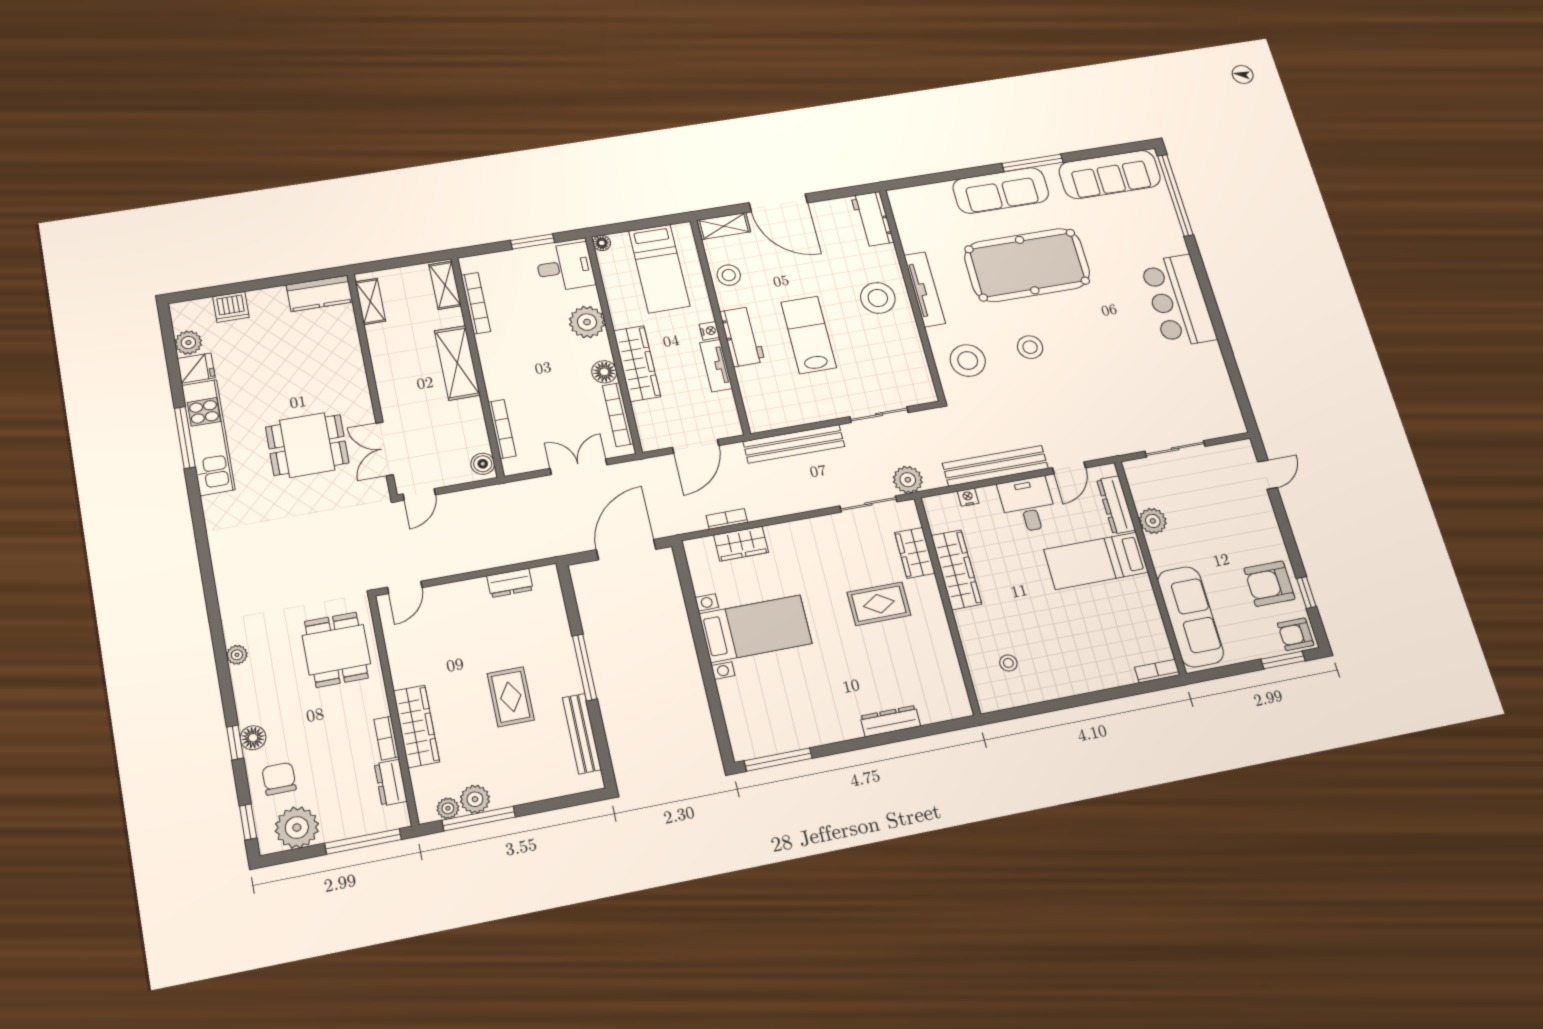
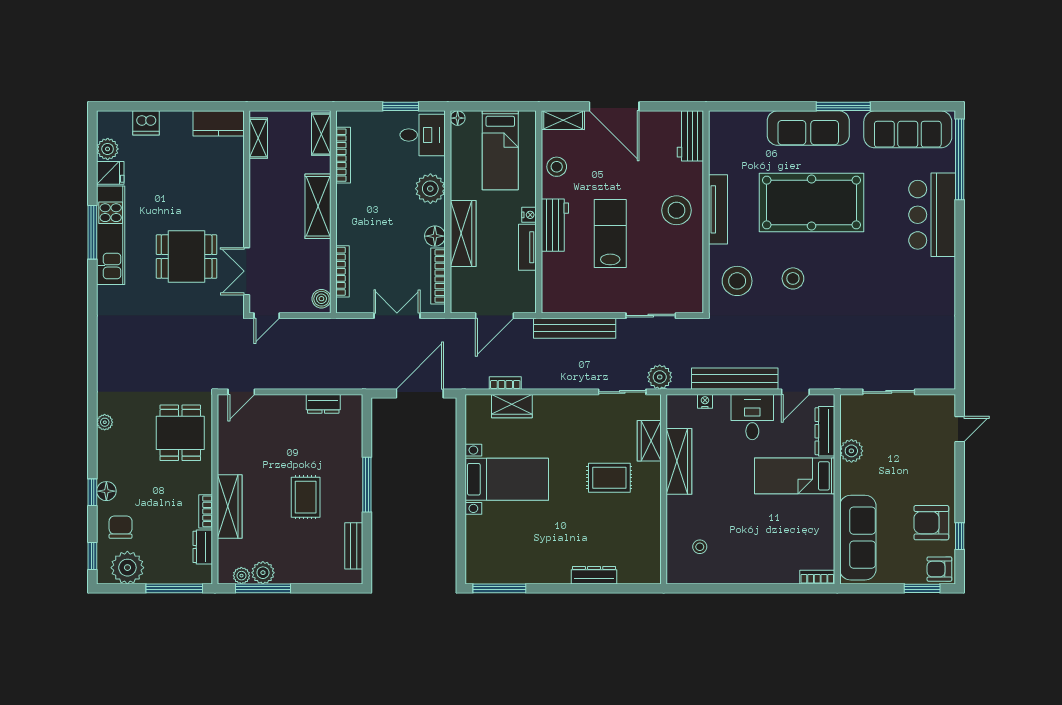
bar counter: (1178, 301) -> (932, 215), moved
bench: (582, 734) -> (354, 546), width x0.73

